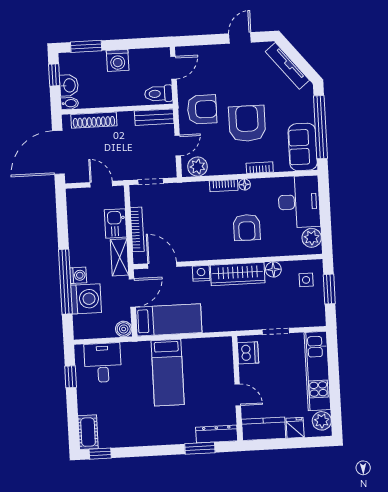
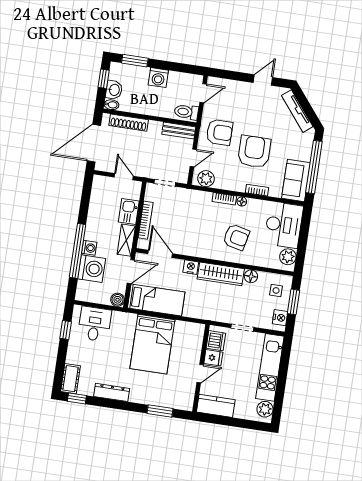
armchair: (247, 227) -> (236, 237), turned -77
nightstand: (317, 311) -> (280, 318), added
bed: (168, 373) -> (152, 344), width x1.50
door: (238, 395) -> (200, 373), hinge flipped
fridge: (295, 428) -> (213, 358), moved, turned 90
dresser: (217, 434) -> (112, 392), moved

